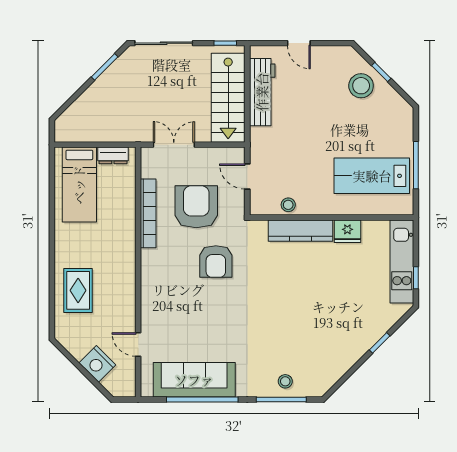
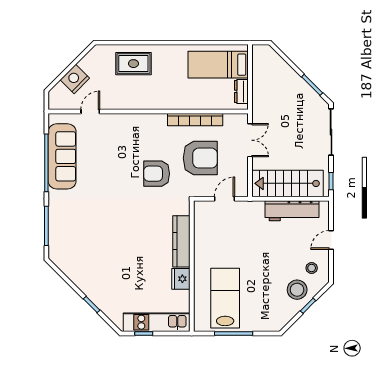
stool: (288, 205) -> (312, 268), moved
stool: (285, 381) -> (61, 229), removed

